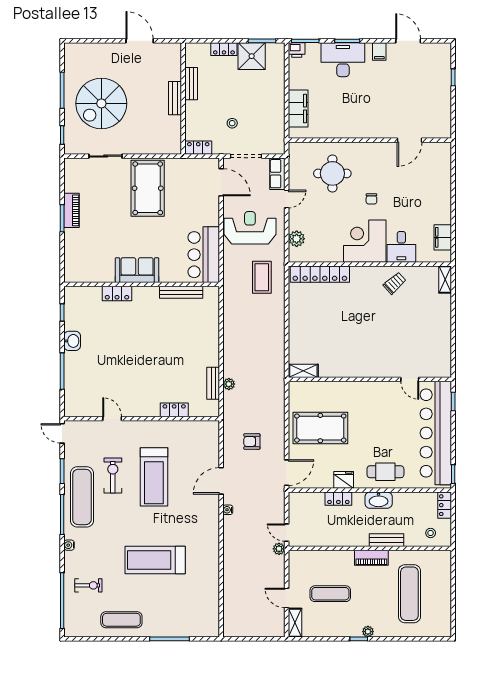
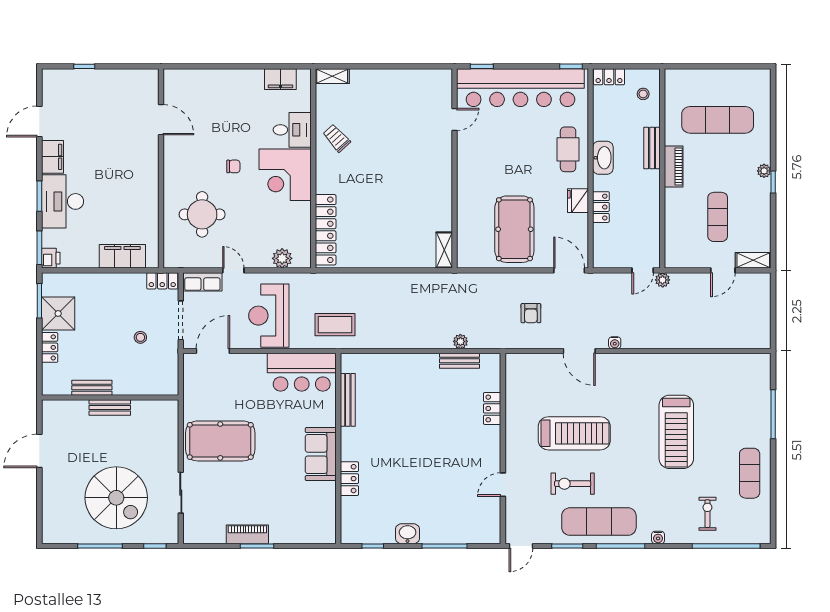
filing cabinet: (379, 51) -> (52, 157), width x2.00
locker: (198, 148) -> (162, 281), moved, turned -90
coffee table: (262, 277) -> (335, 325), moved

